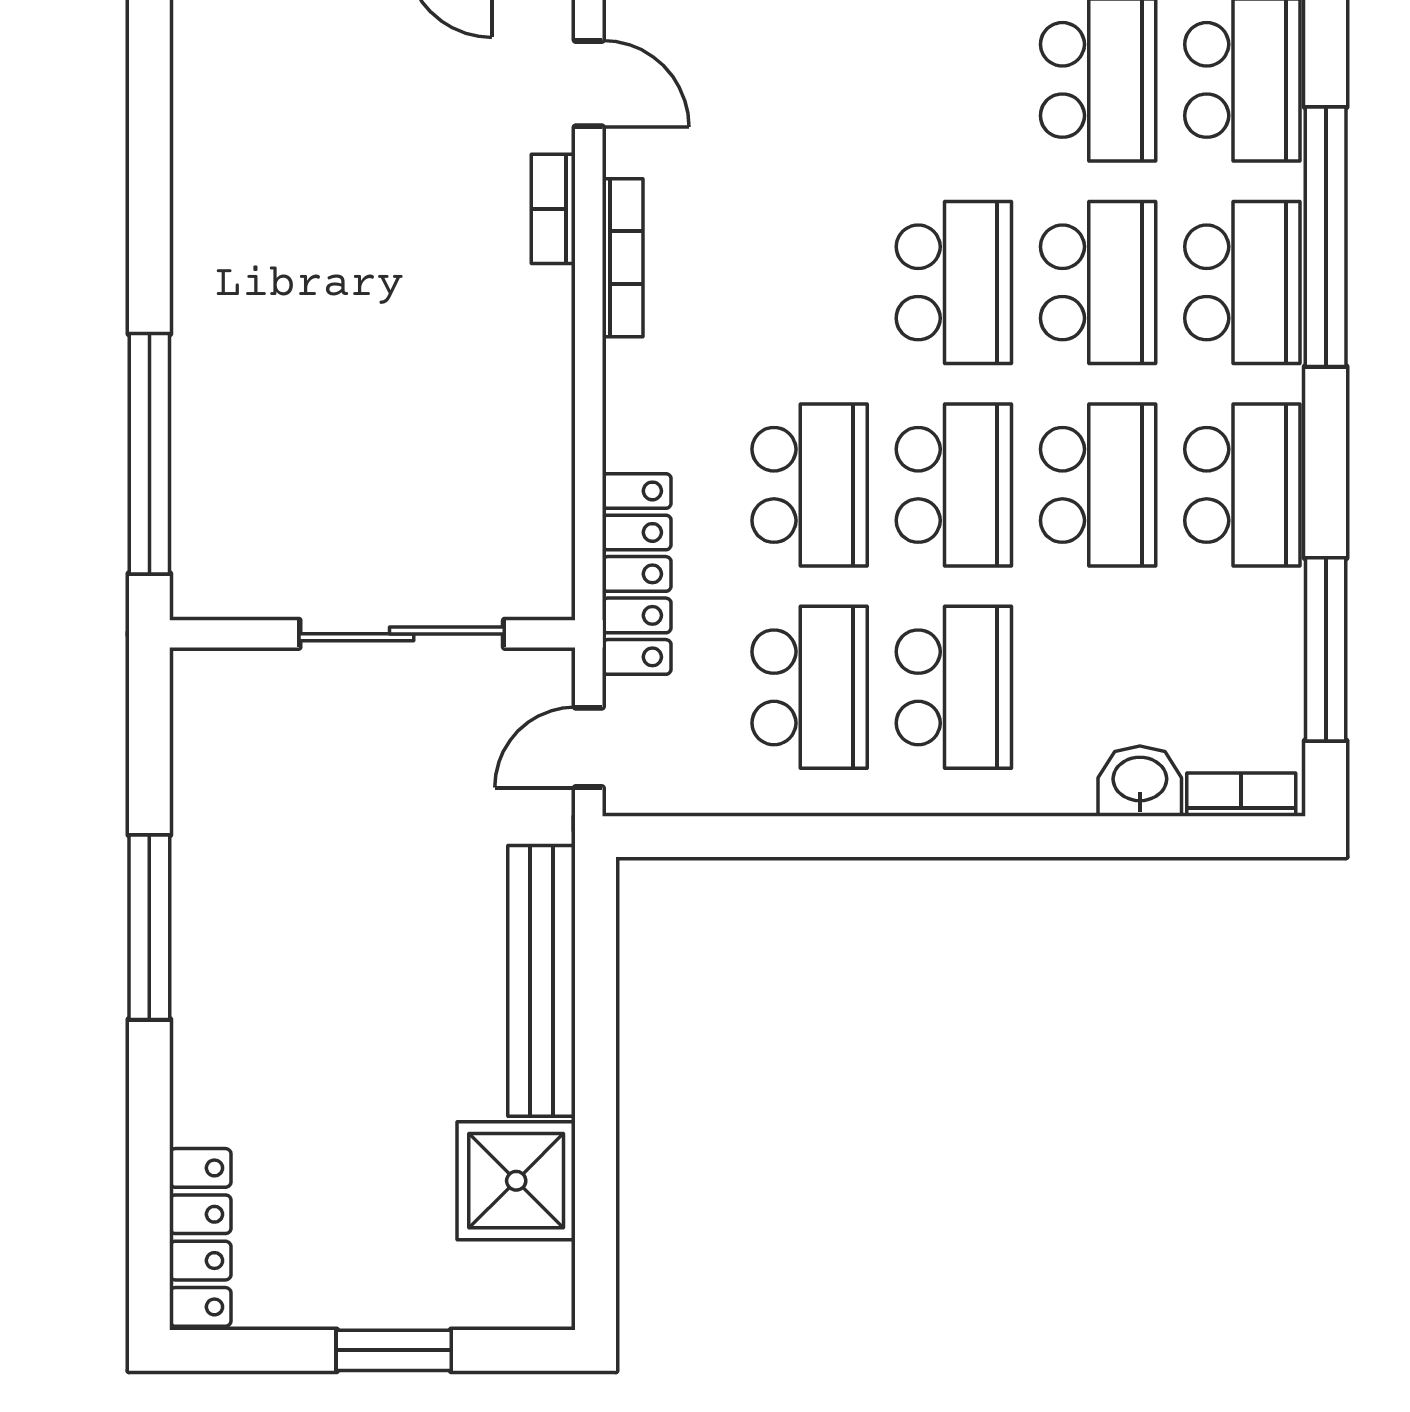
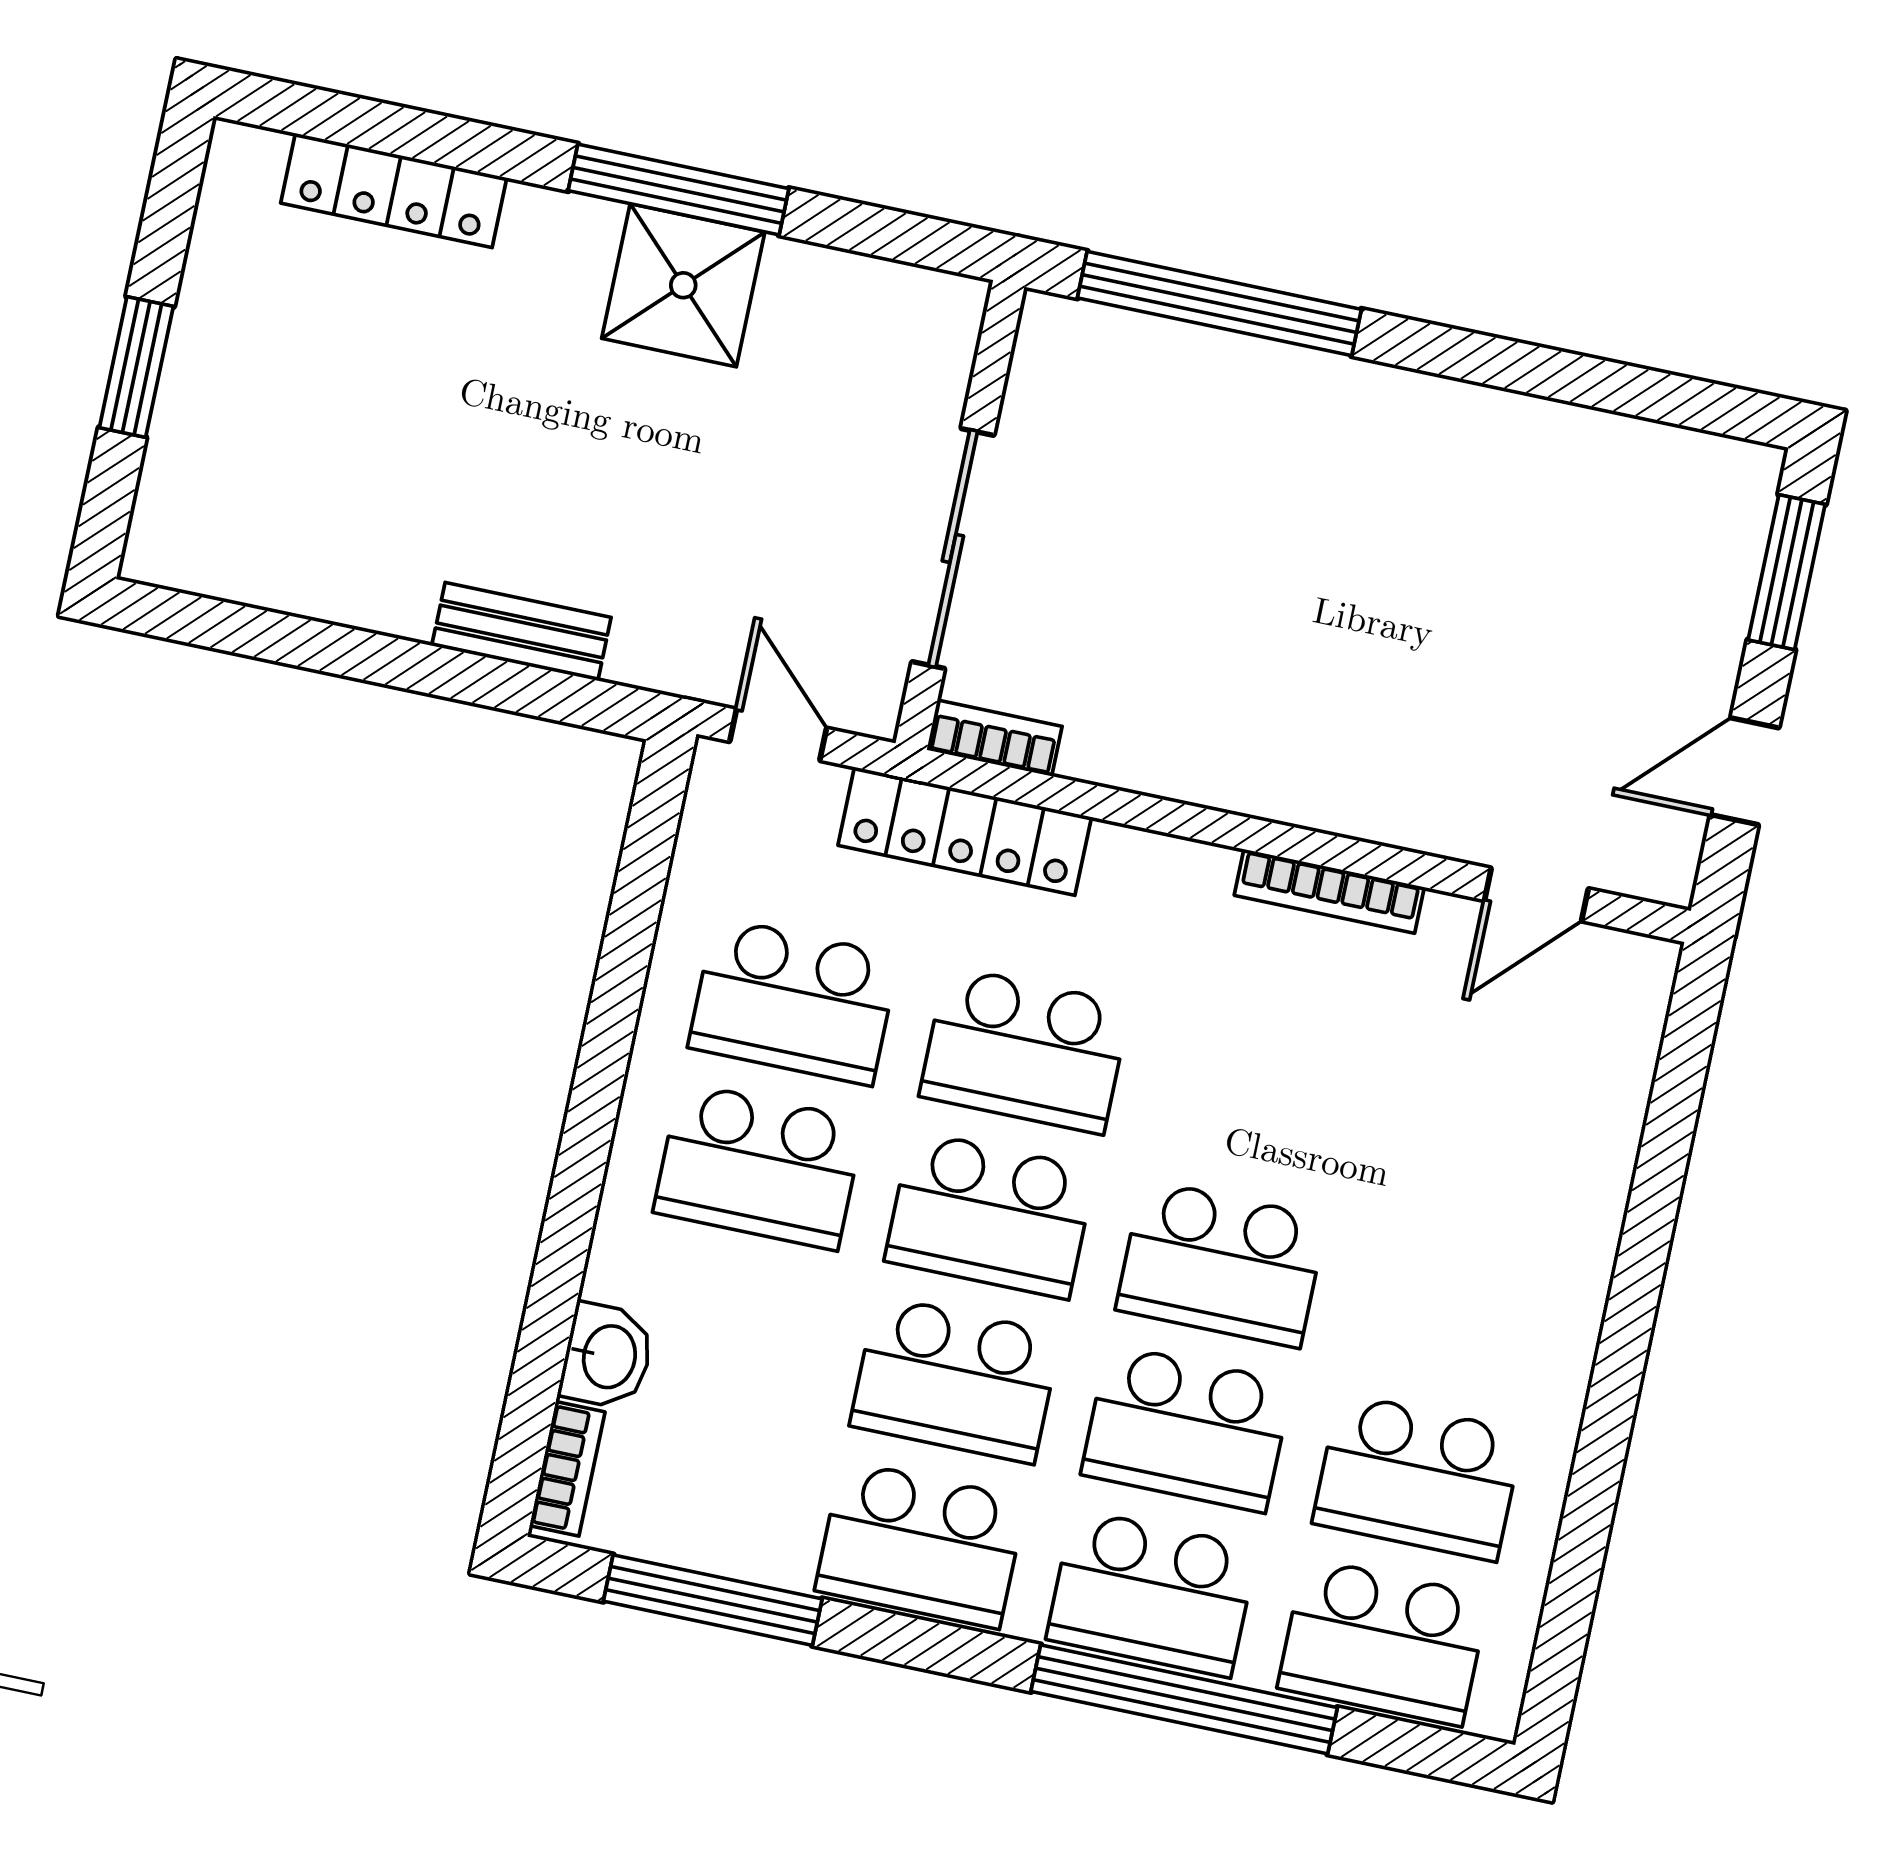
bookcase: (553, 209) -> (994, 738), moved
bench: (542, 981) -> (521, 631), width x0.54, depth x0.82
shower: (516, 1181) -> (683, 285), moved
locker: (200, 1237) -> (394, 190), moved

